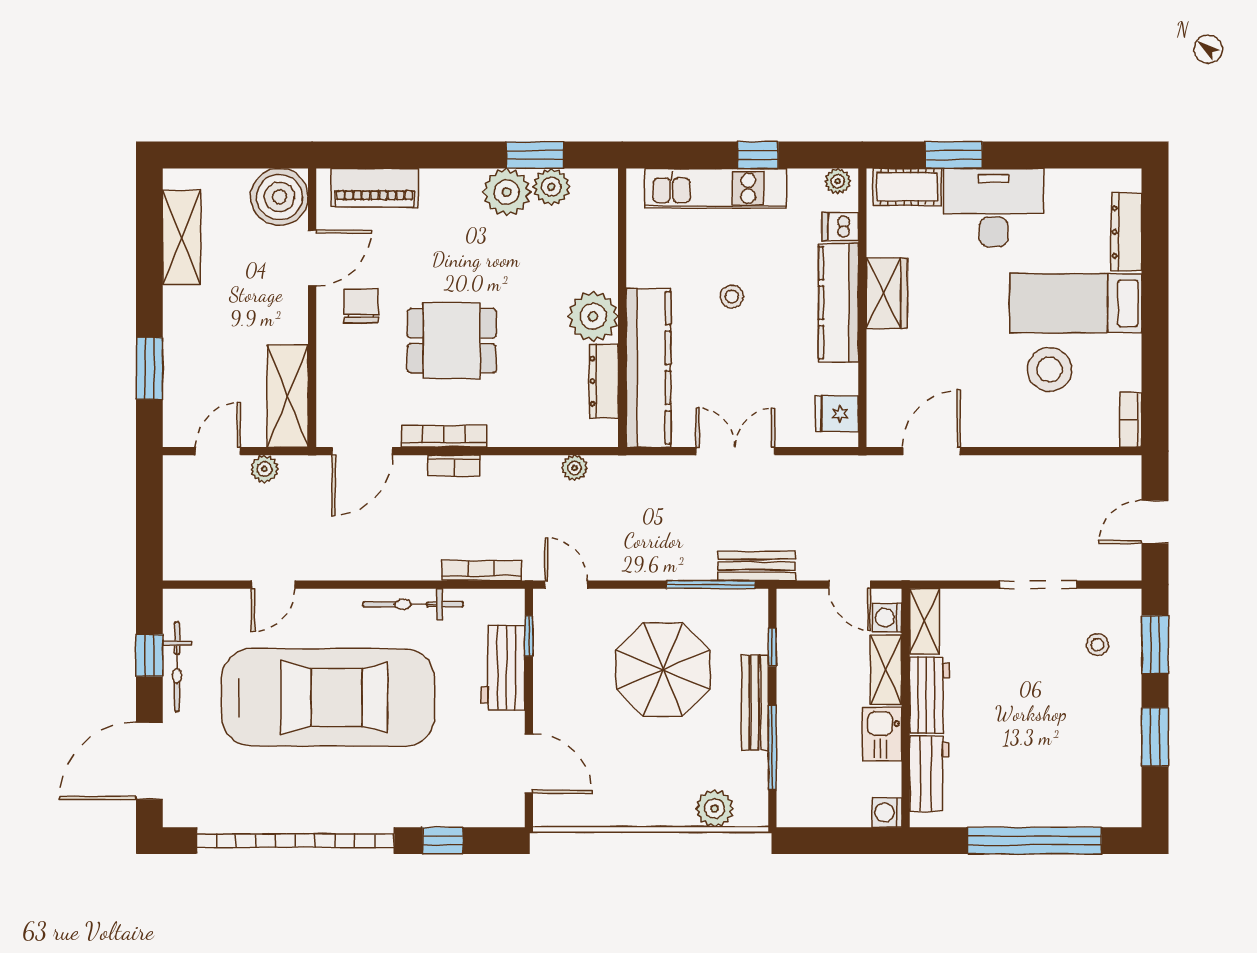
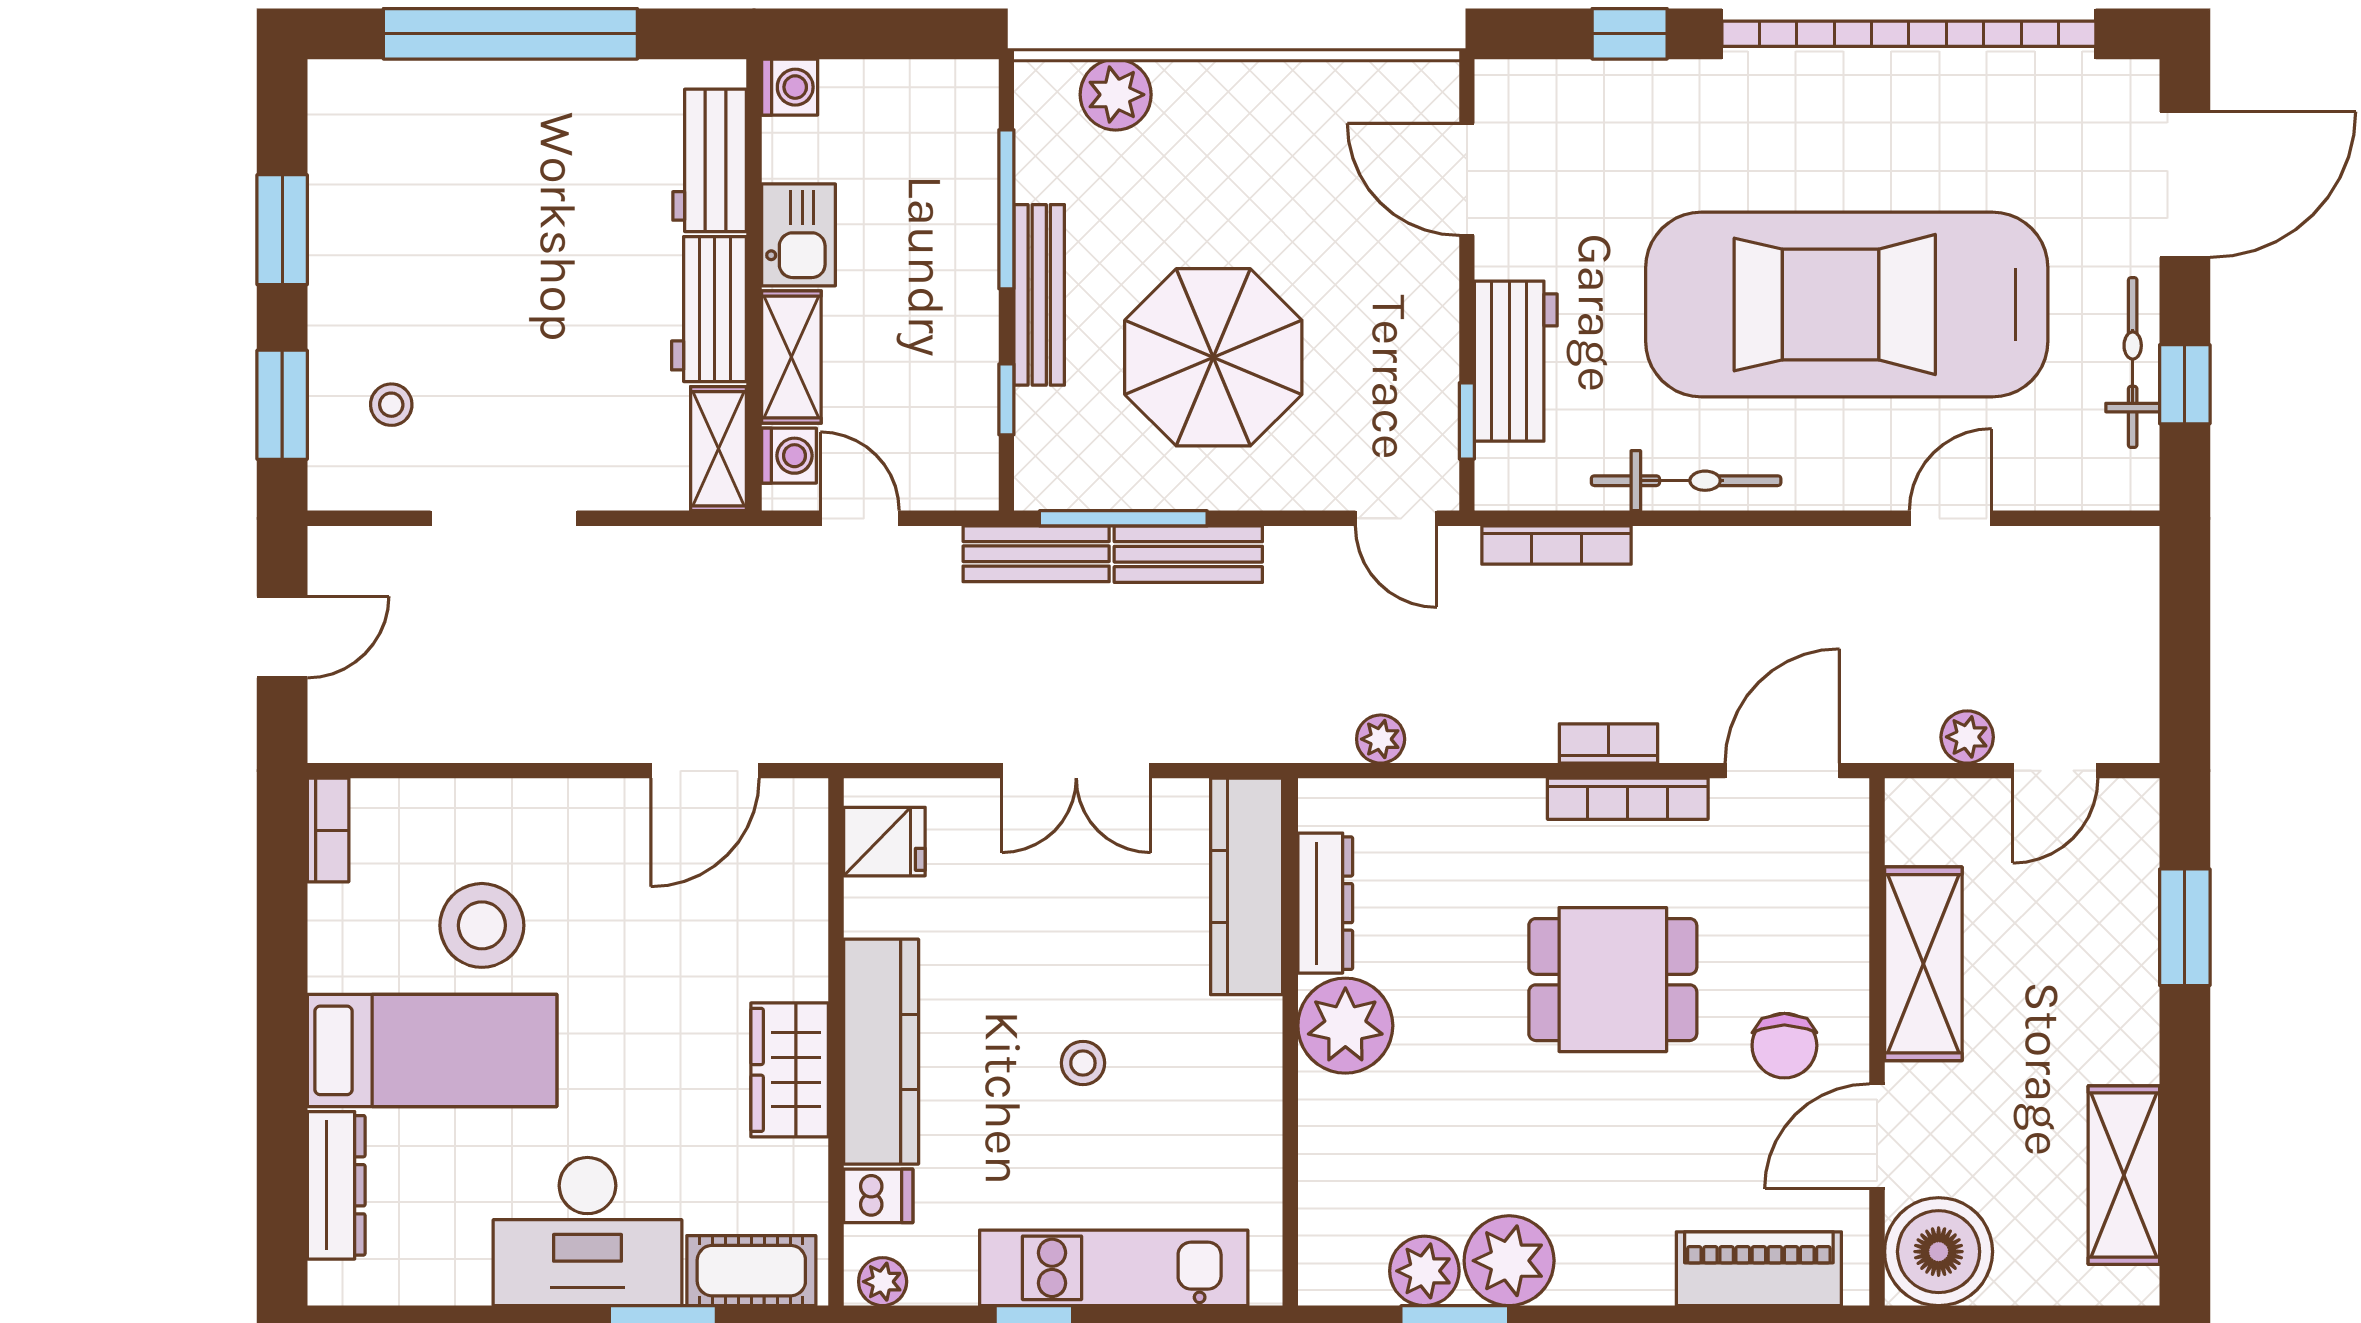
kitchen counter: (648, 368) -> (1247, 886), width x0.72, depth x0.86
shelving: (288, 396) -> (1923, 964), moved
bench: (676, 566) -> (1188, 554), added

